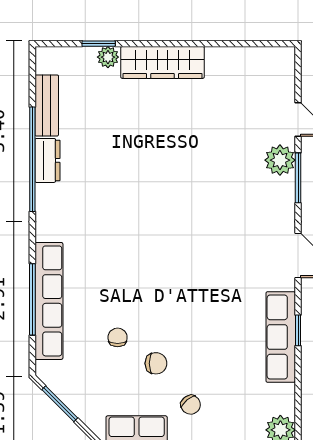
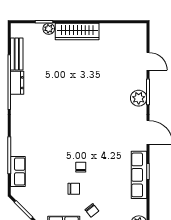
plant: (280, 160) -> (139, 98), moved
row of seats: (49, 301) -> (18, 172), width x0.50
chair: (118, 337) -> (81, 167), moved

